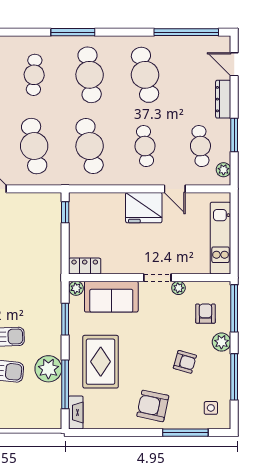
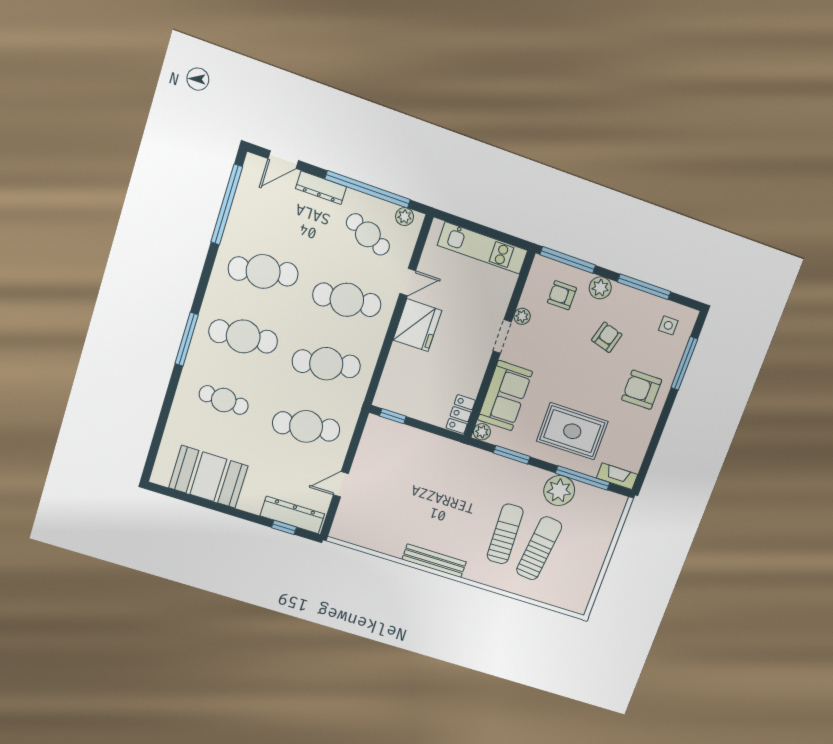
window: (234, 135) -> (368, 189), width x2.11
cafe table: (145, 146) -> (347, 300), width x1.37, depth x1.35
cafe table: (200, 146) -> (368, 234), turned 30
armchair: (153, 406) -> (642, 390), turned 78

